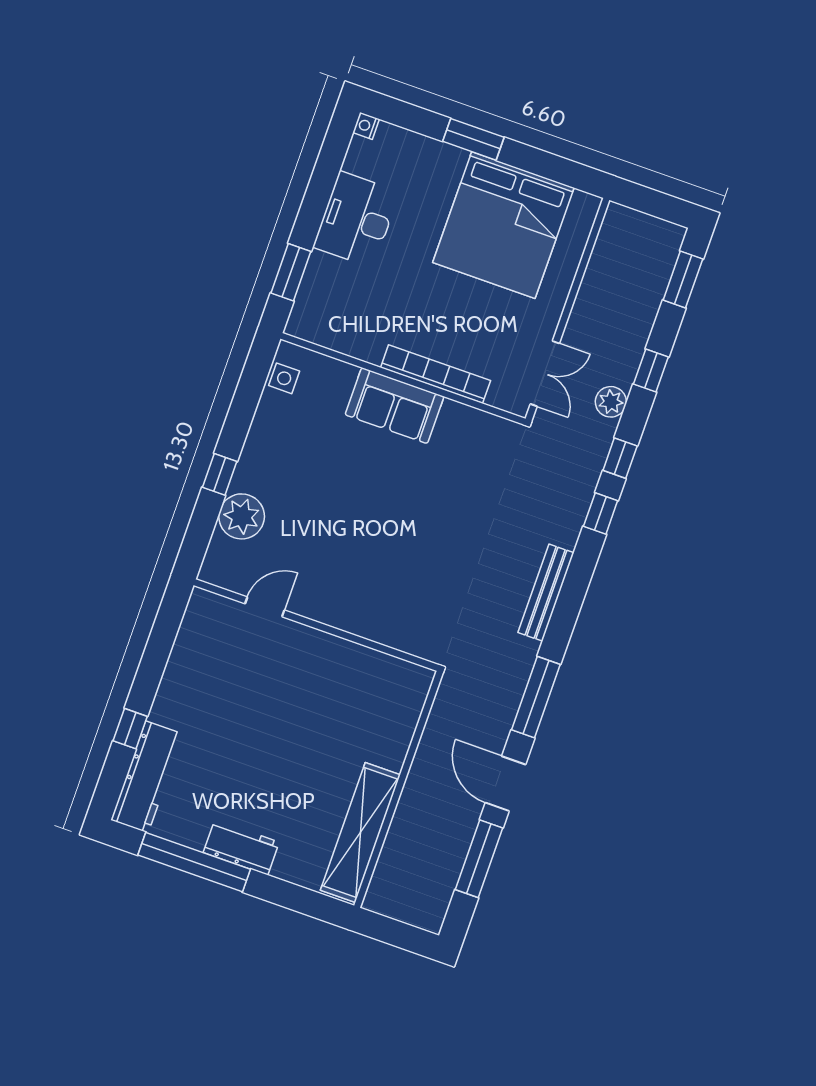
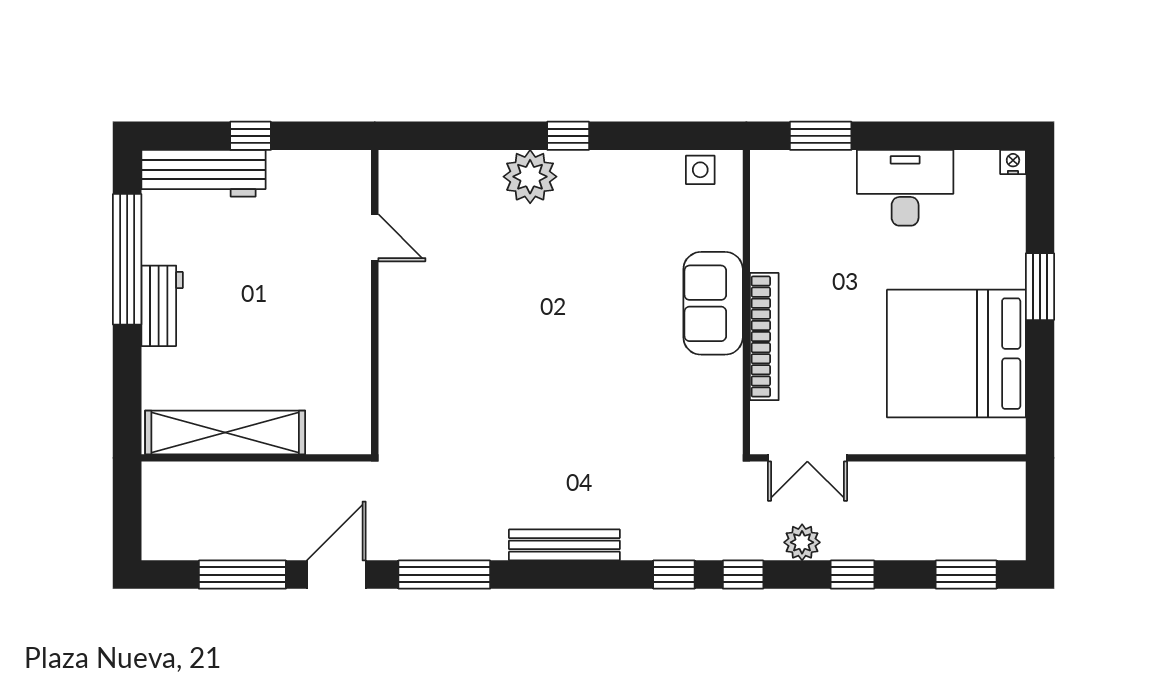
door: (265, 607) -> (375, 238), moved
wall: (316, 625) -> (375, 302), moved

